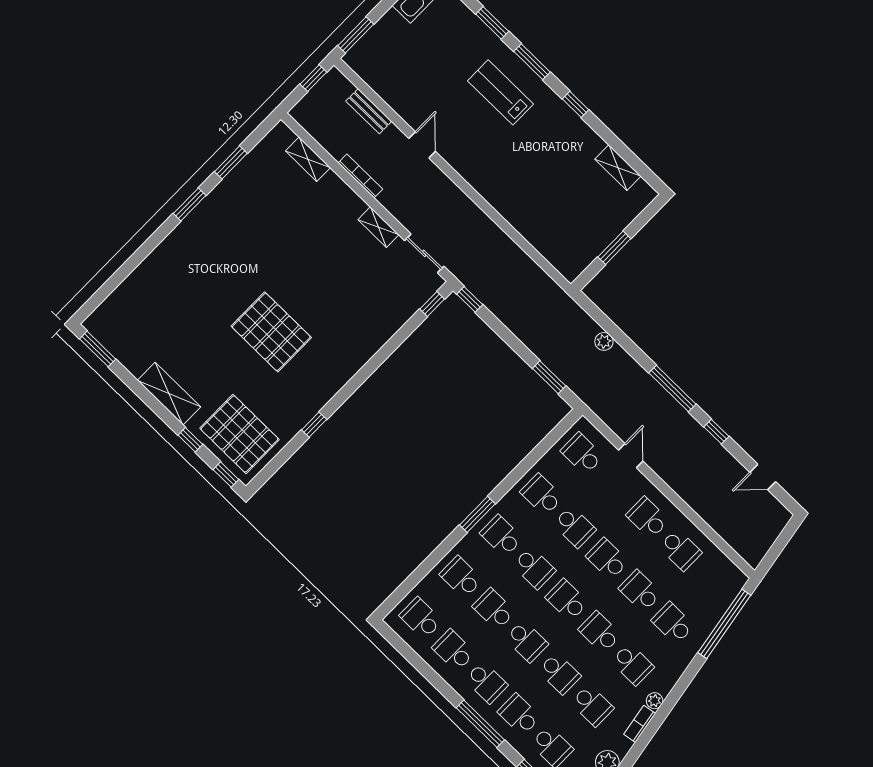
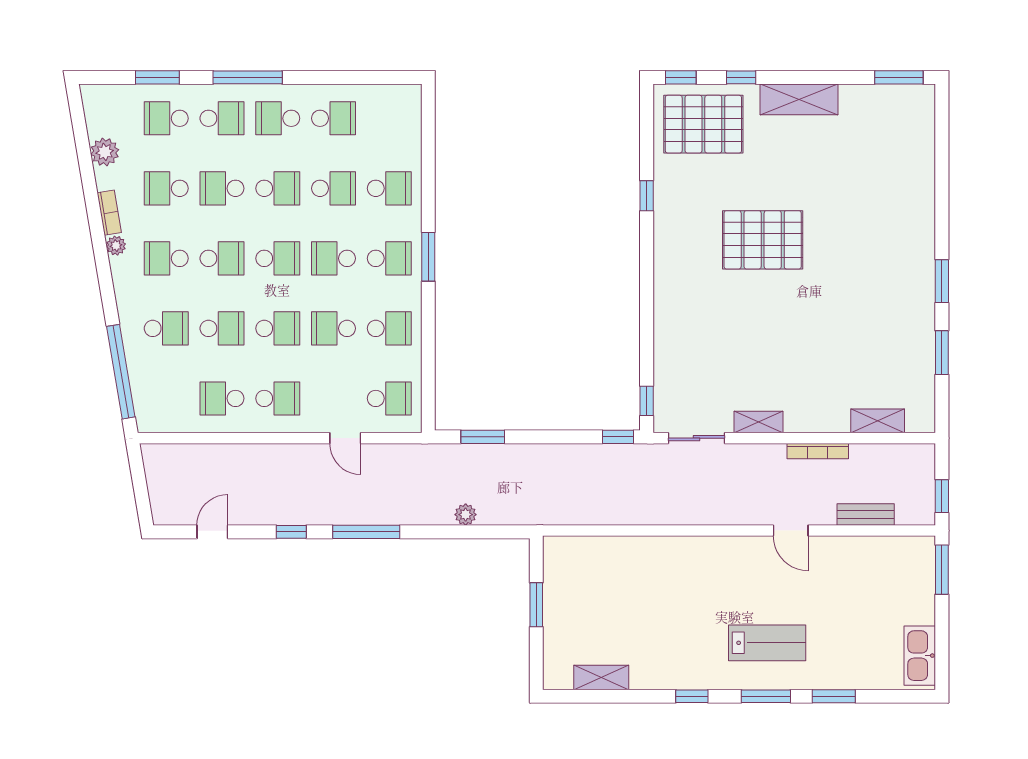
school desk: (421, 618) -> (389, 118), removed
school desk: (527, 641) -> (278, 188), turned 180

